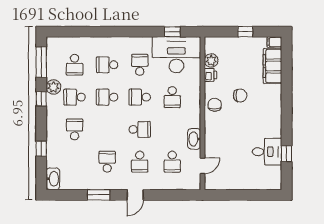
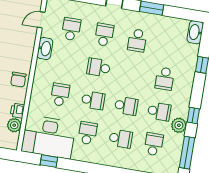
school desk: (140, 65) -> (88, 133), turned 180

